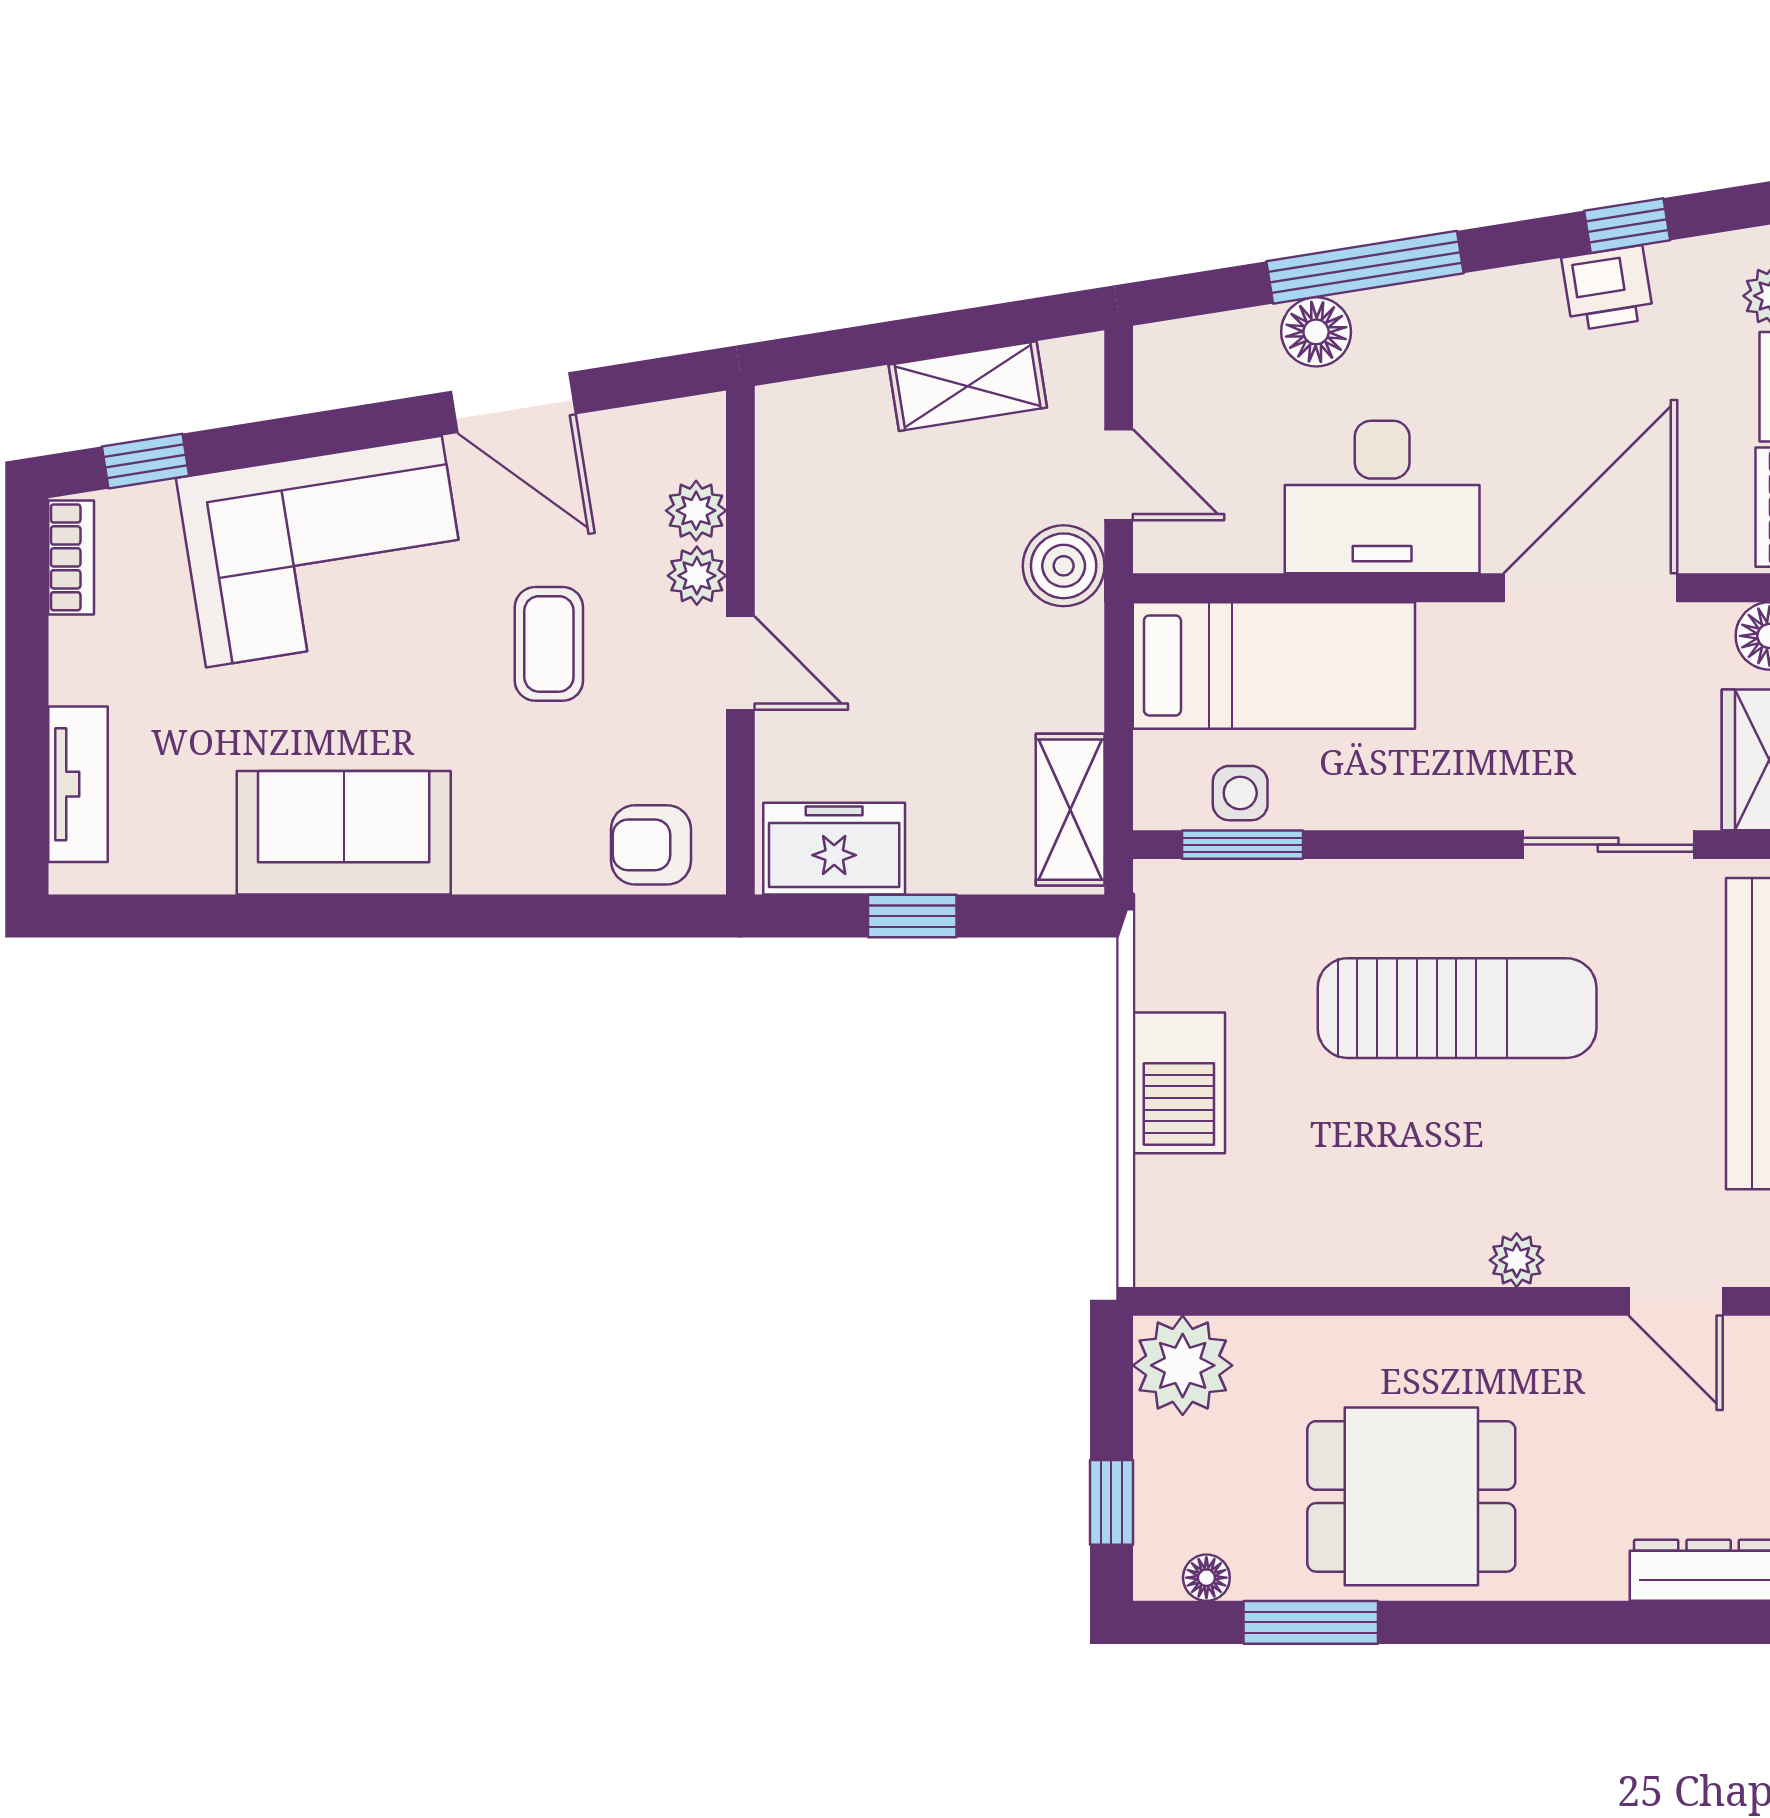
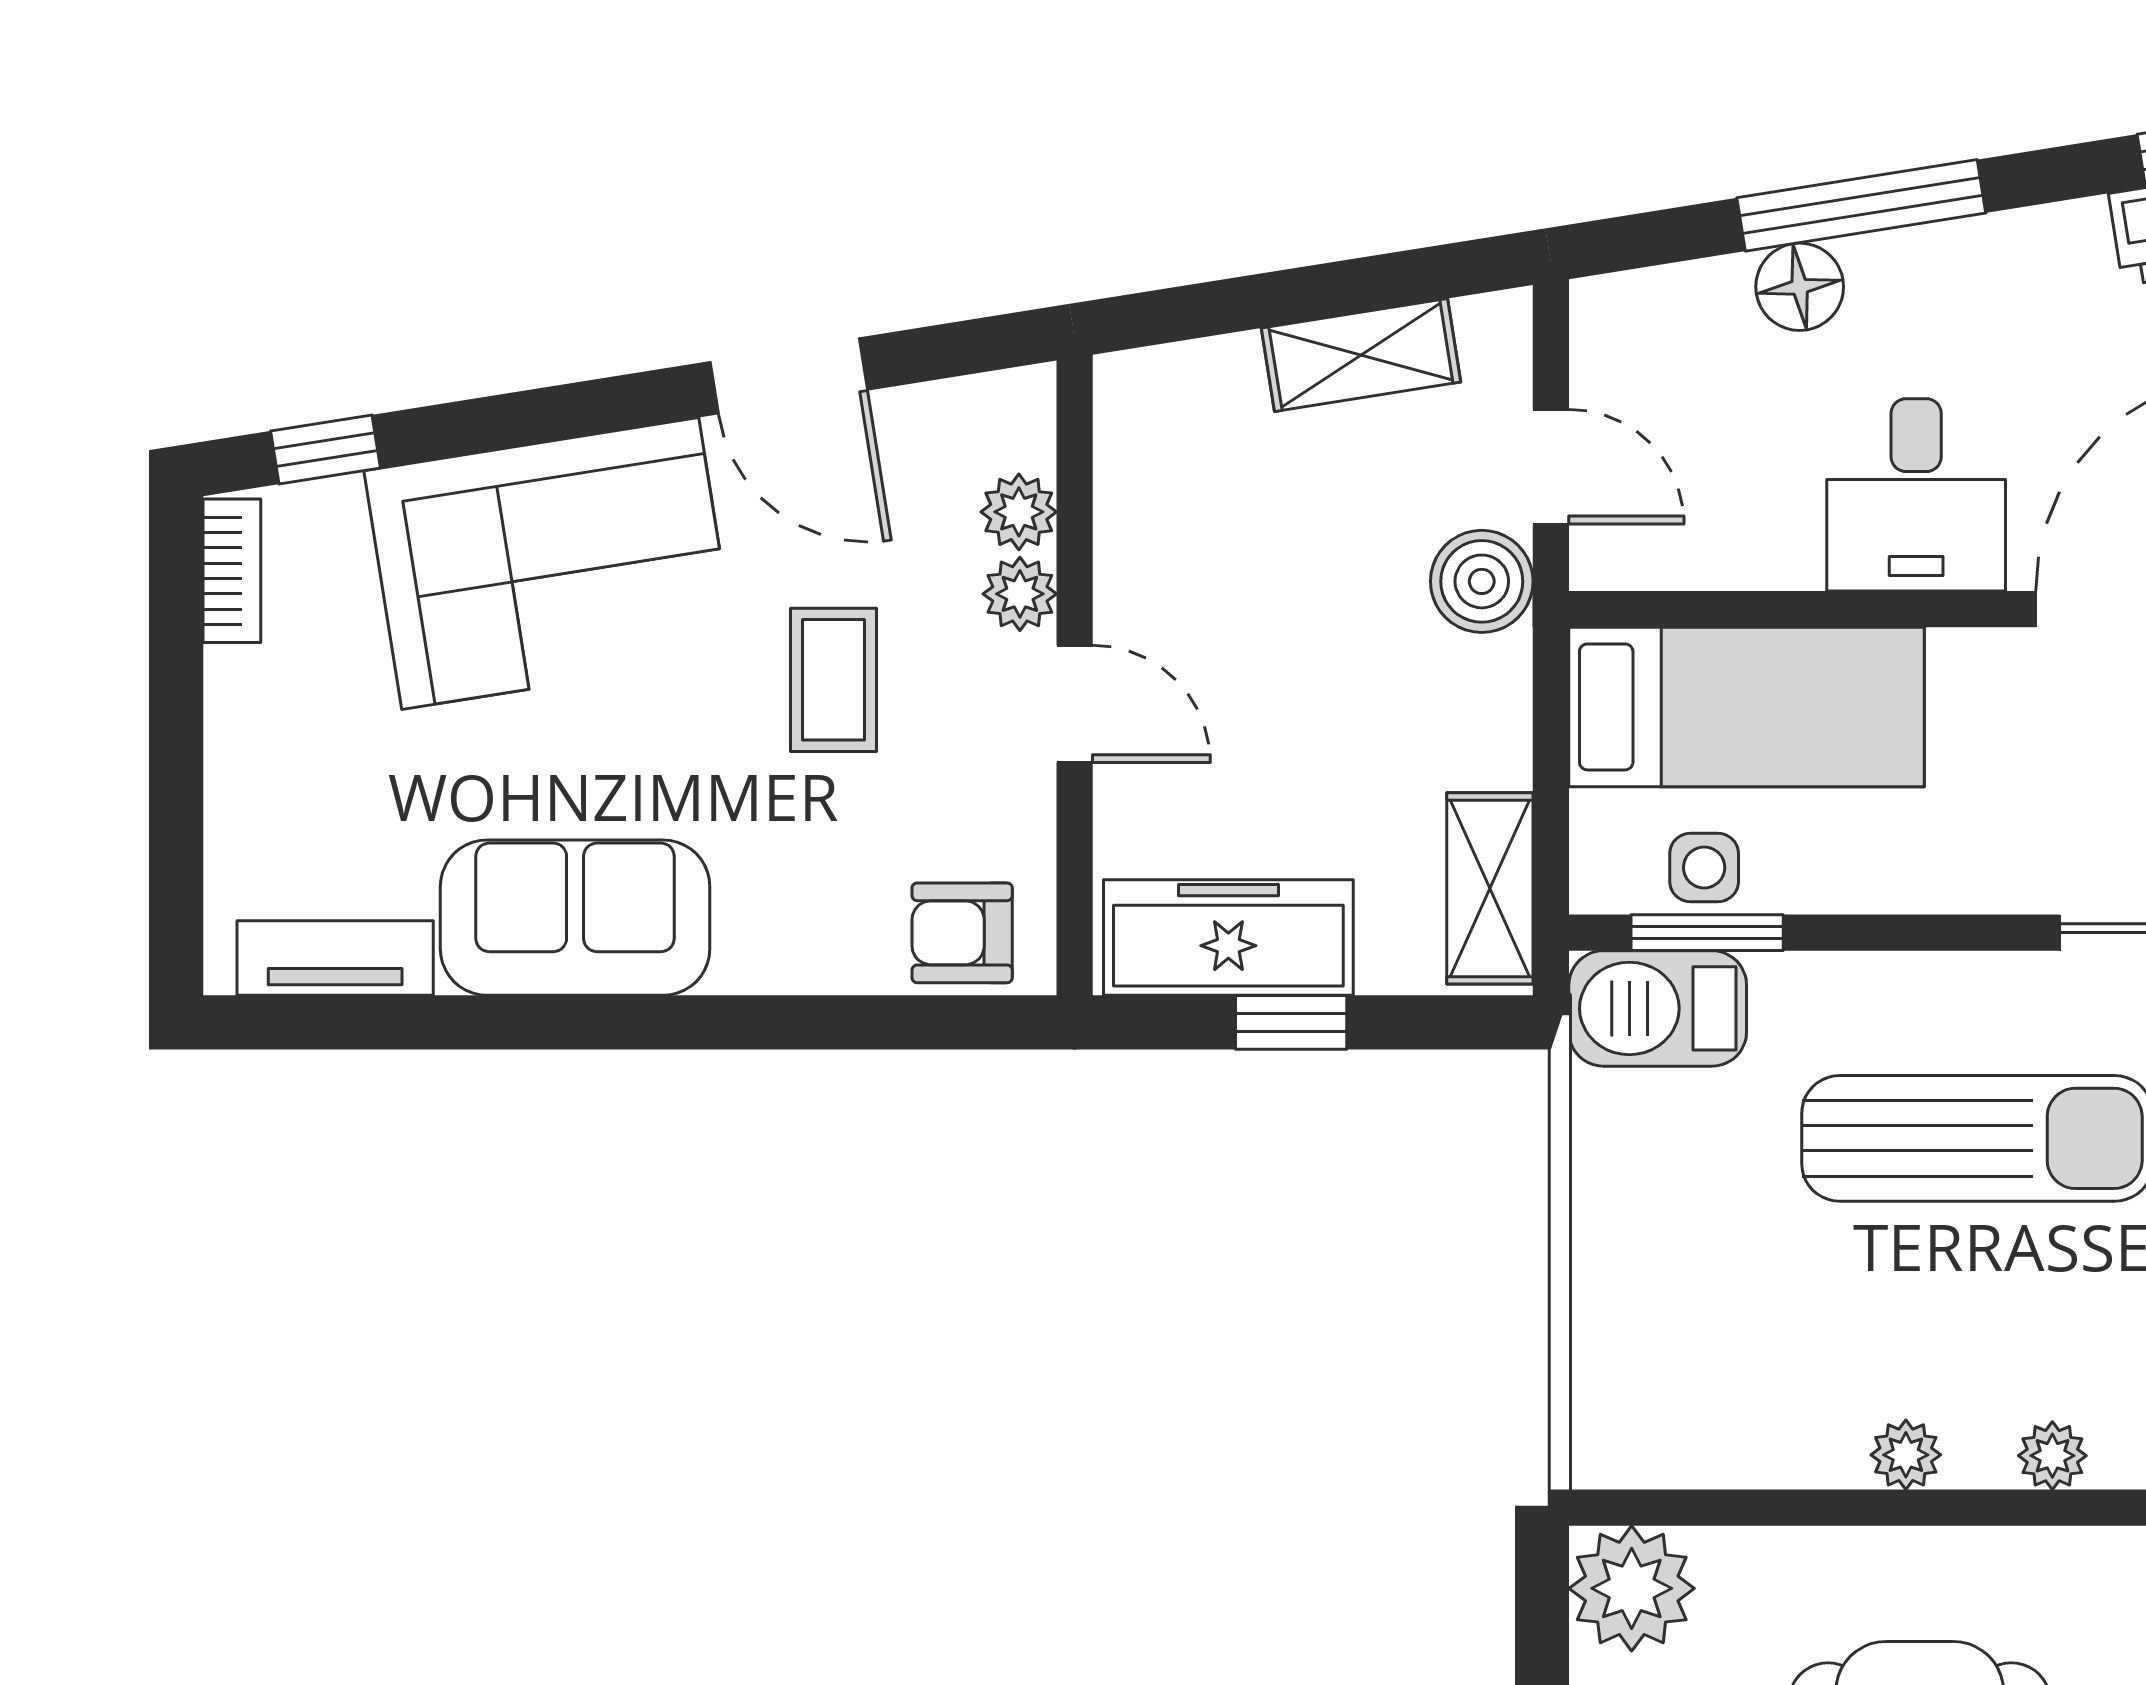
desk: (1382, 497) -> (1916, 495), width x0.73
tv unit: (78, 784) -> (335, 958), moved, turned -90
freezer: (834, 849) -> (1228, 938), width x1.40
barbecue: (1179, 1083) -> (1658, 1008), moved, turned 90
plant: (1400, 1259) -> (1906, 1455), added

